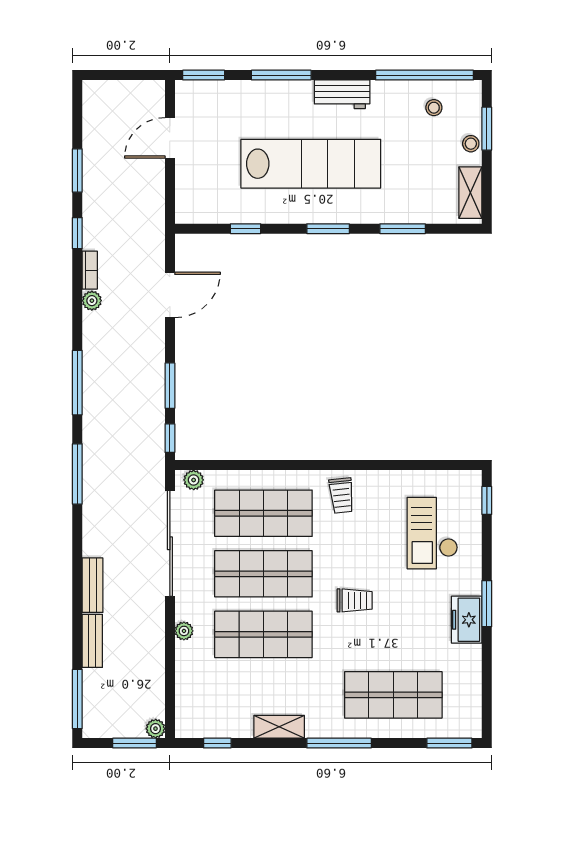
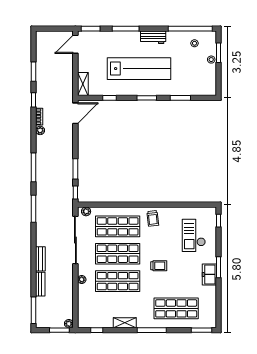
door: (170, 138) -> (75, 44), moved
shelving: (470, 193) -> (83, 84), moved
door: (170, 295) -> (75, 113), moved

